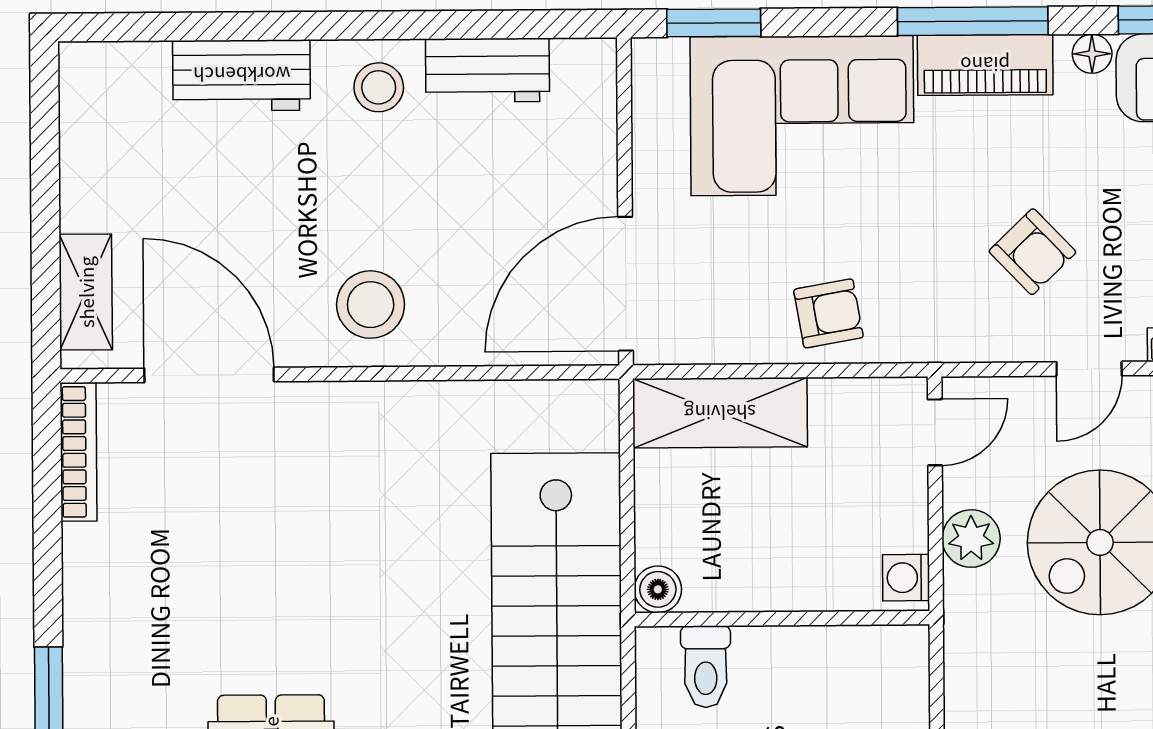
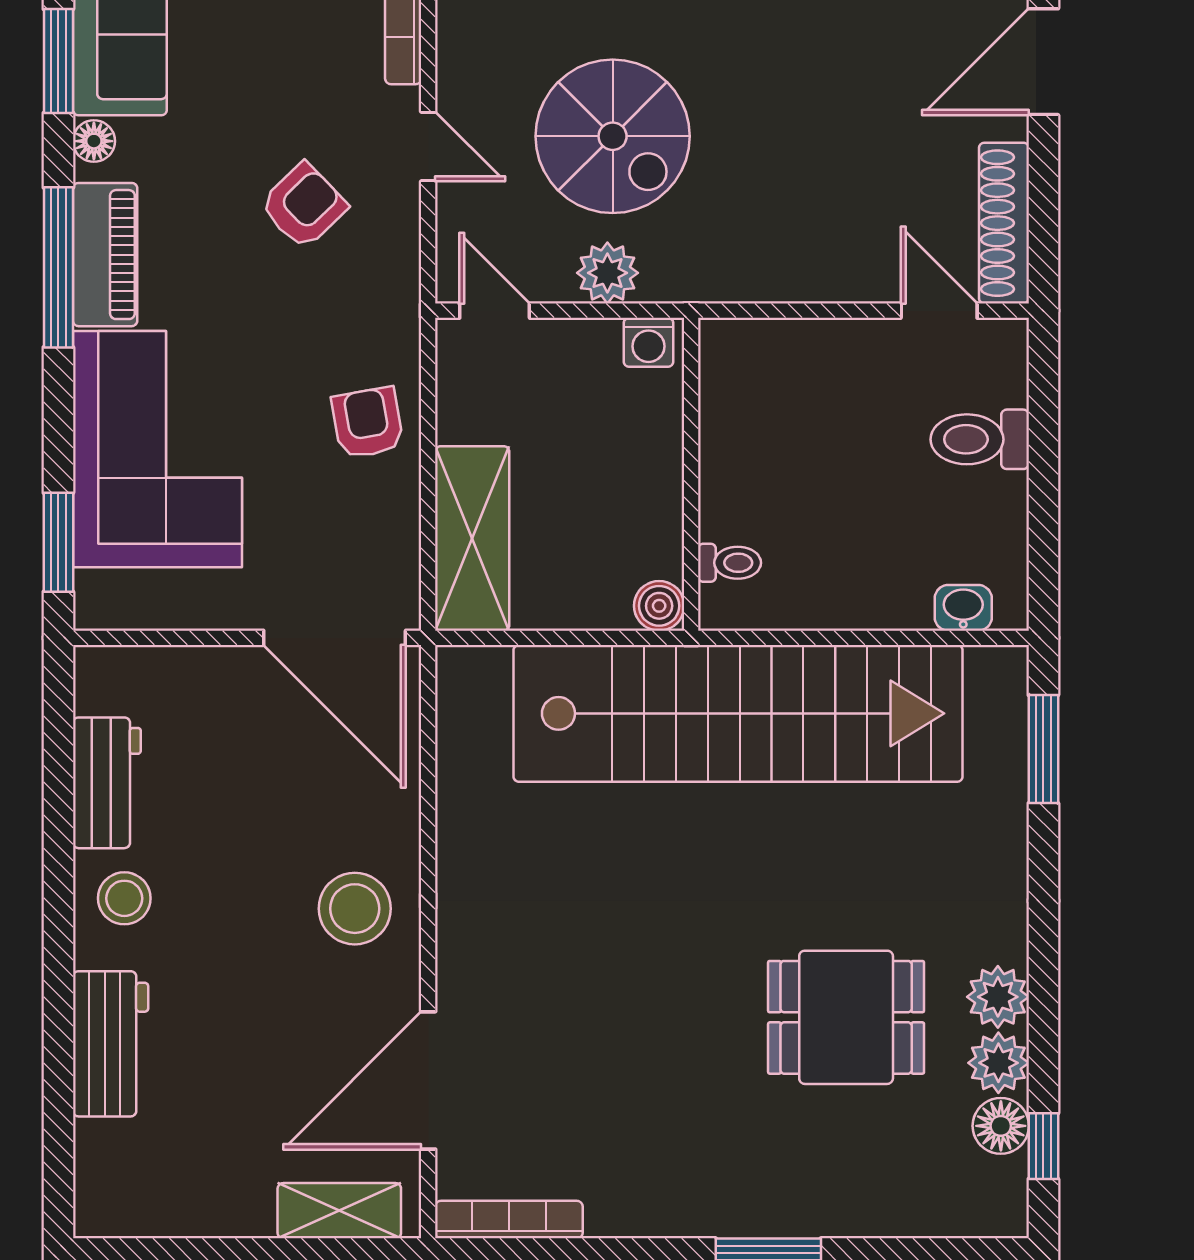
toilet: (706, 667) -> (729, 563), width x0.73, depth x0.72

